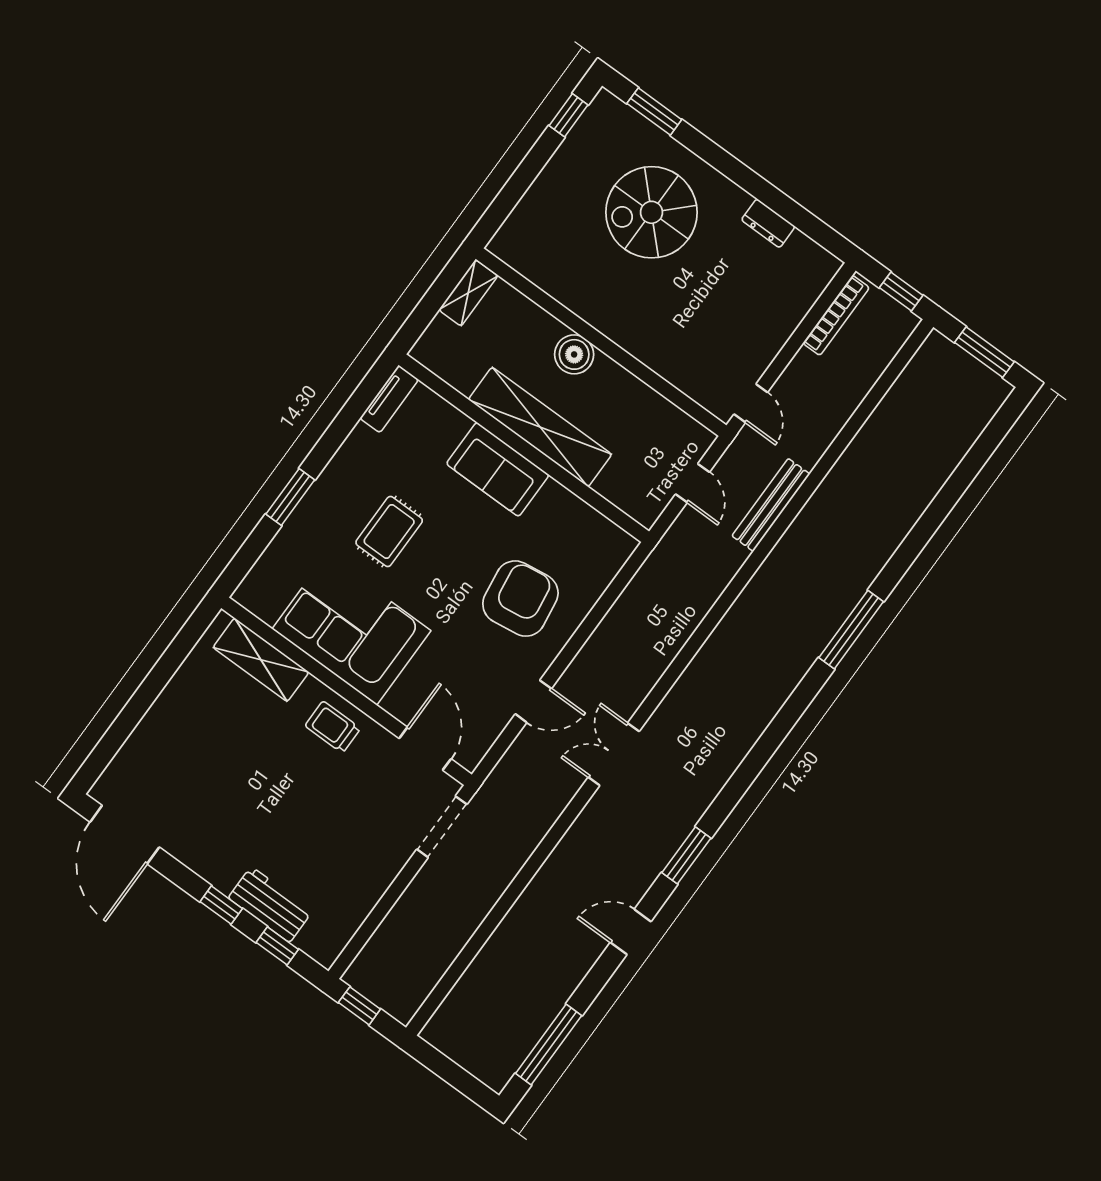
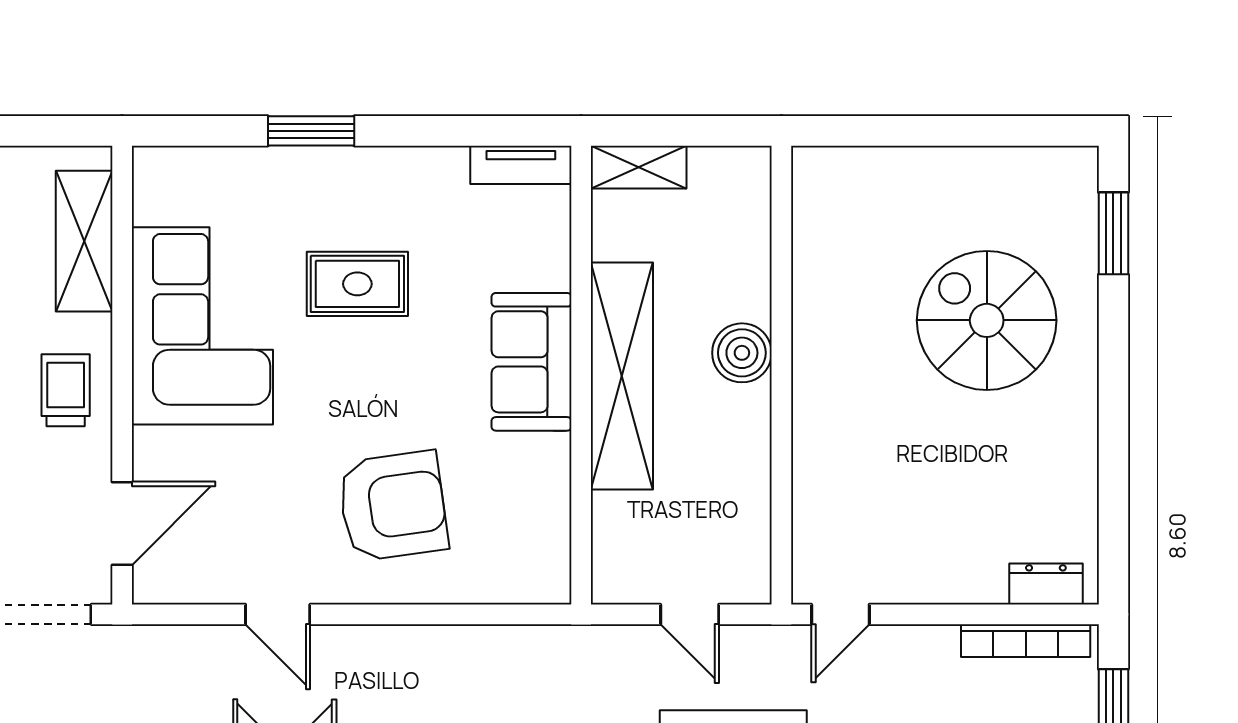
window: (568, 115) -> (1032, 131), removed
dresser: (768, 223) -> (1046, 584), moved, turned 90
shelving: (468, 293) -> (639, 167), moved
door: (692, 483) -> (690, 614), hinge flipped

